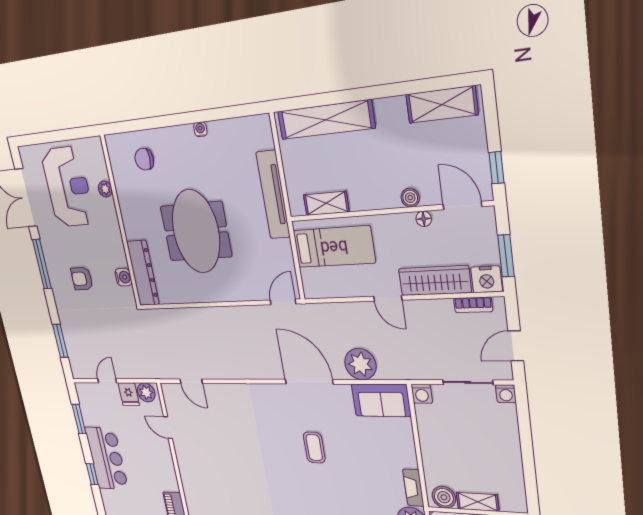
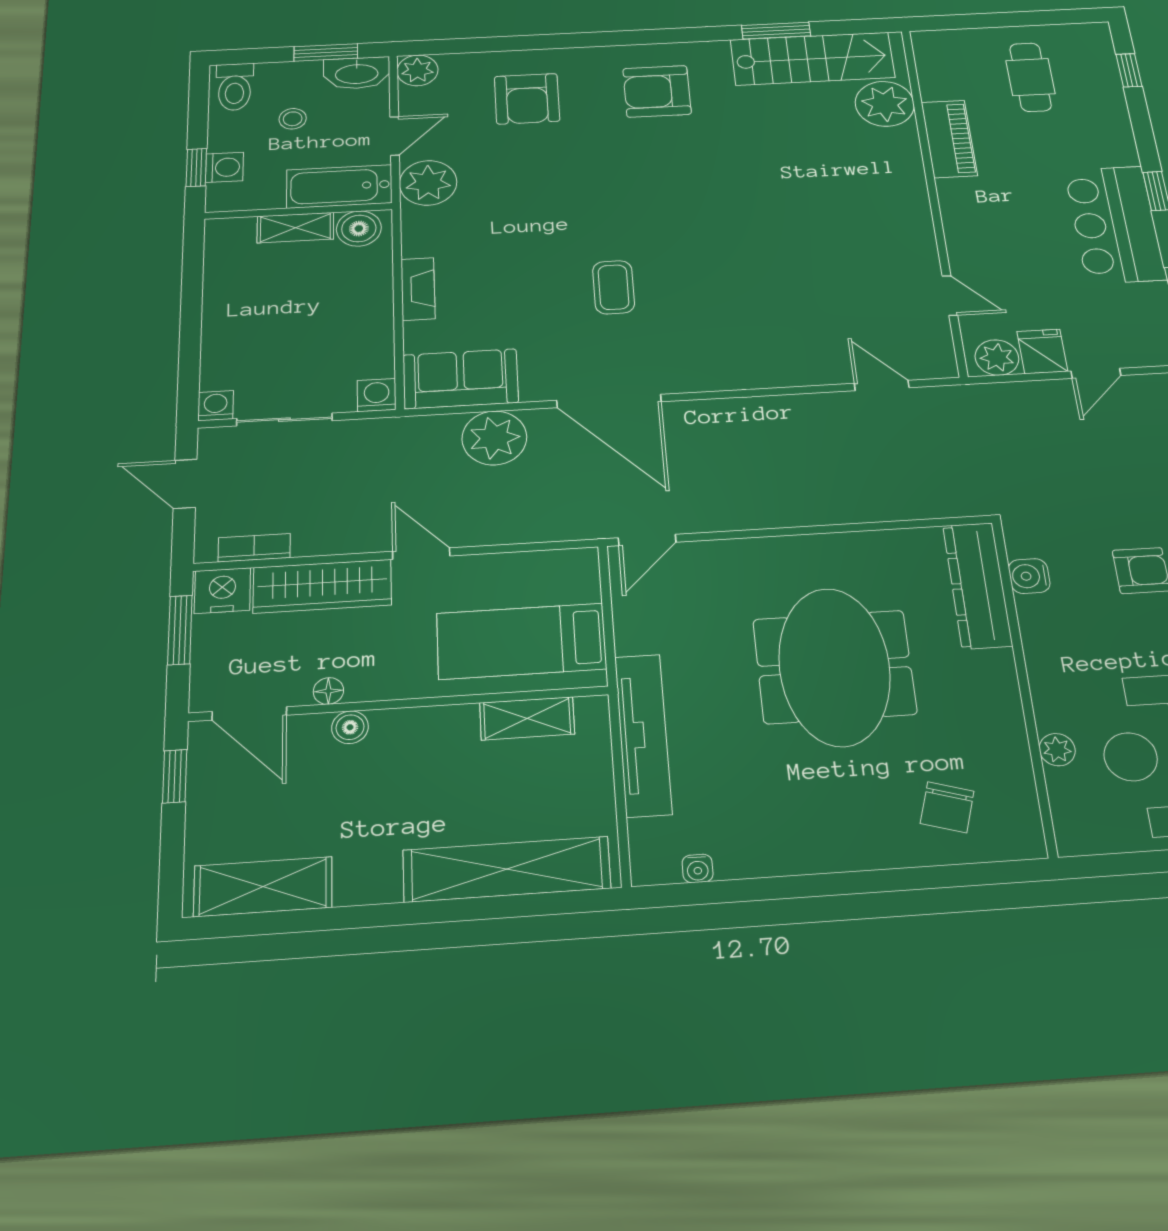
water cooler: (200, 129) -> (698, 868), moved
chair: (144, 159) -> (947, 807), turned 107
door: (516, 346) -> (185, 484), swing flipped
fireplace: (413, 488) -> (418, 289), moved

